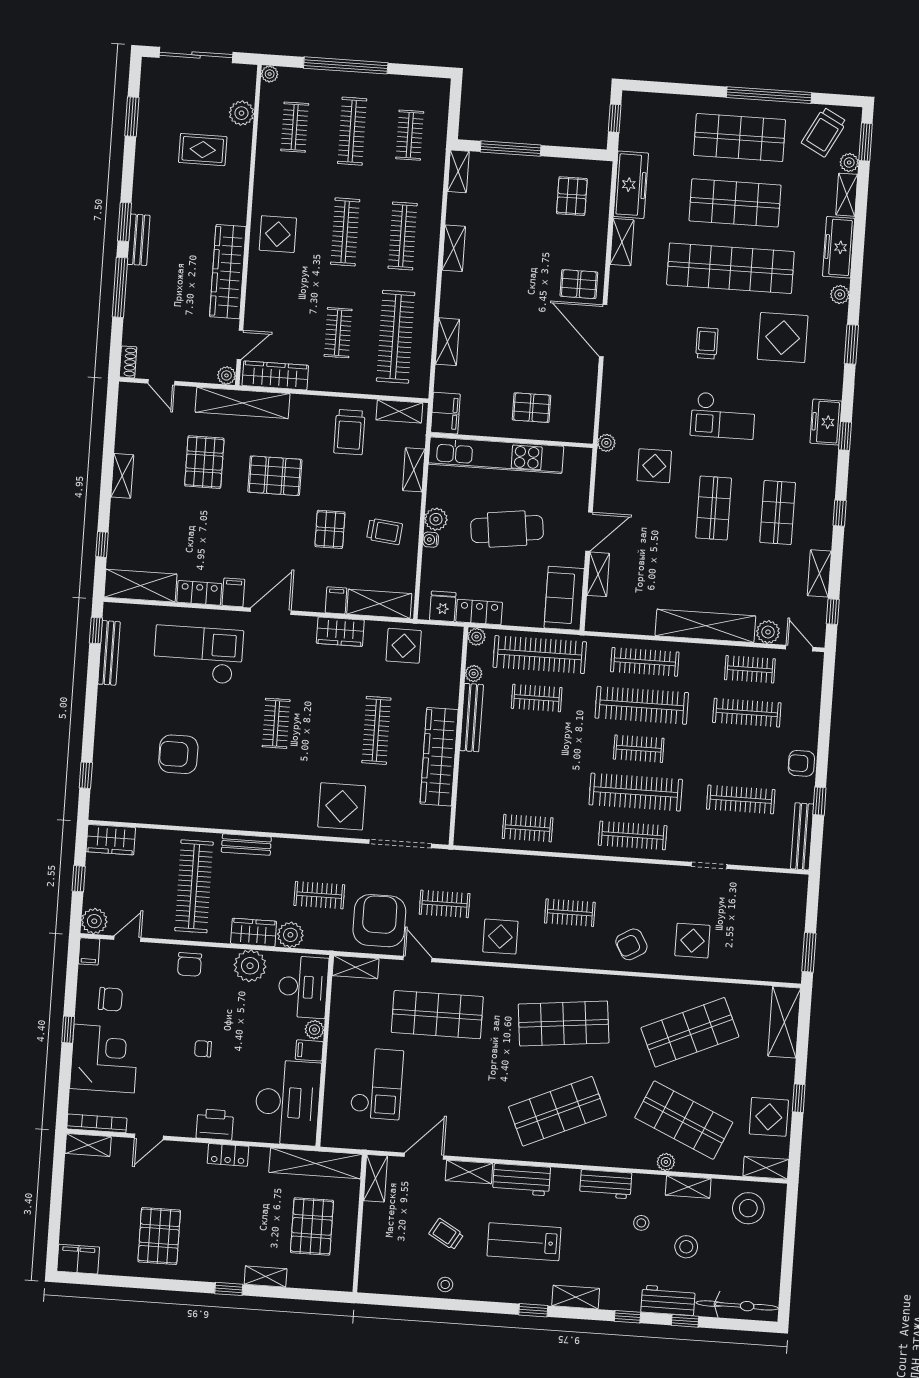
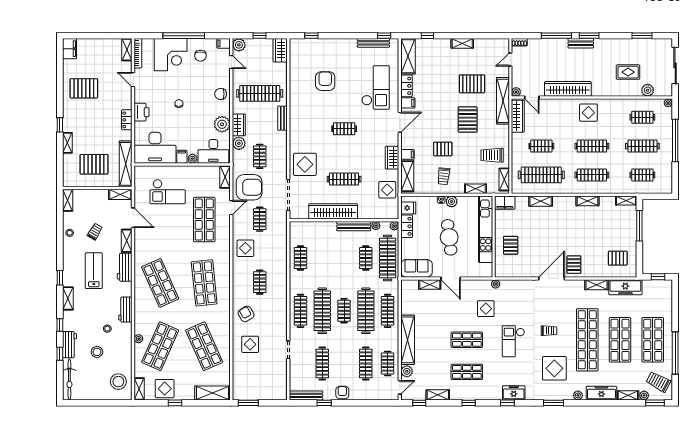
rug: (203, 150) -> (628, 72), turned 90
door: (271, 611) -> (400, 122), hinge flipped
window: (68, 1030) -> (184, 36), width x3.17
shelving: (688, 1187) -> (68, 200), moved

